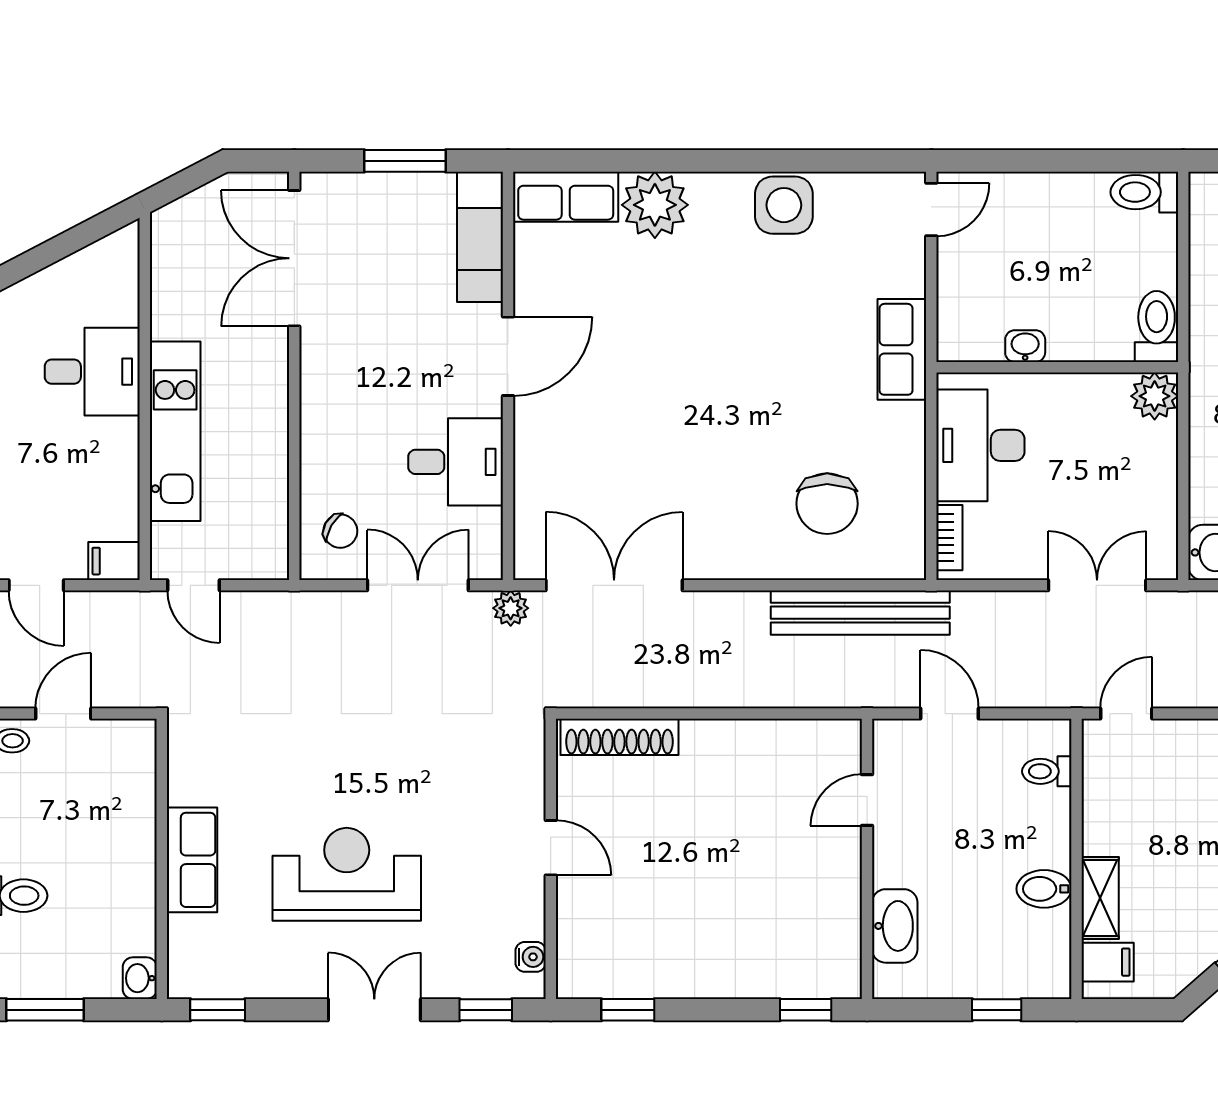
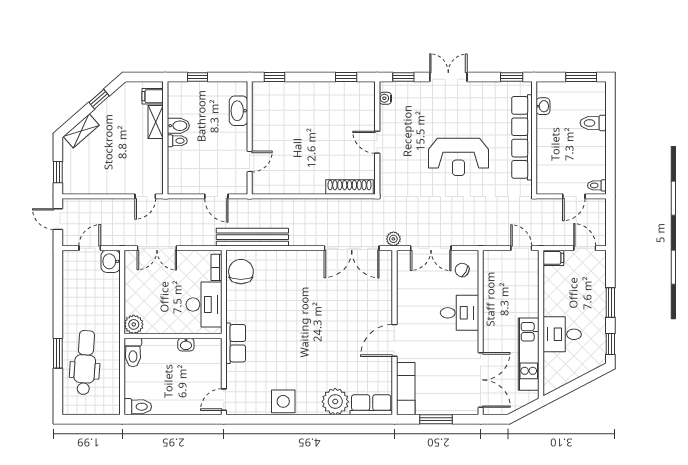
kitchen unit: (175, 431) -> (529, 354), moved
desk: (456, 462) -> (460, 313), moved, turned 180
chair: (827, 504) -> (241, 272), moved
toilet: (1047, 771) -> (177, 141), moved
row of seats: (192, 860) -> (522, 137), width x2.02
reception desk: (347, 874) -> (459, 157), moved
washbasin: (140, 978) -> (543, 106), moved
double door: (374, 1010) -> (448, 77), swing flipped

